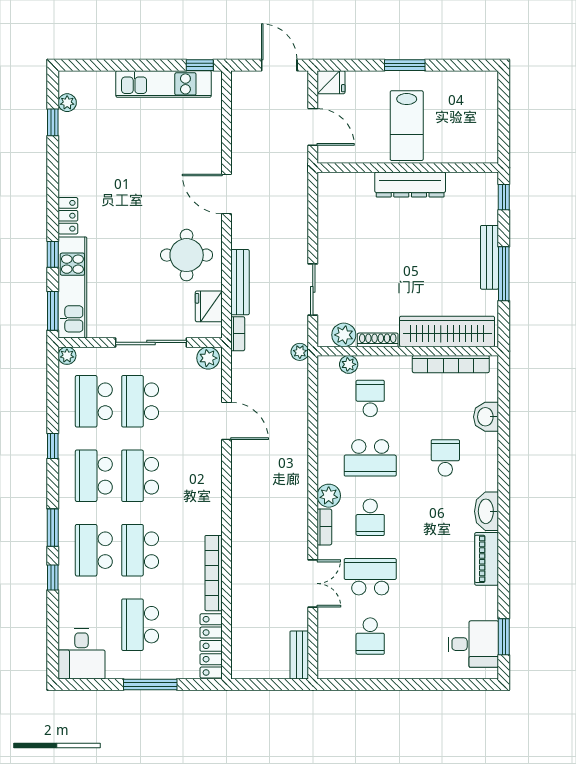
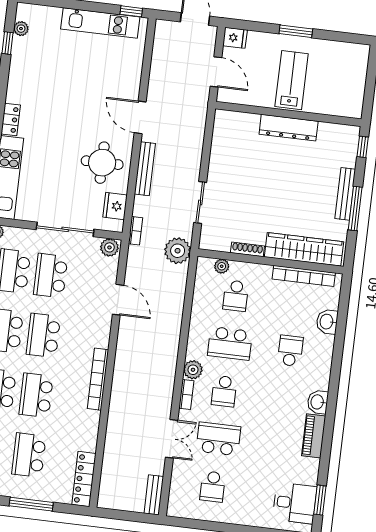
lab bench: (407, 126) -> (292, 80), turned 180
bench: (240, 282) -> (145, 169), moved
plant: (344, 335) -> (221, 242), removed
plant: (300, 352) -> (178, 251), width x1.87, depth x1.87
school desk: (370, 398) -> (236, 296), turned 180
washbasin: (487, 511) -> (318, 402), width x0.72
bookcase: (214, 573) -> (98, 379), moved

